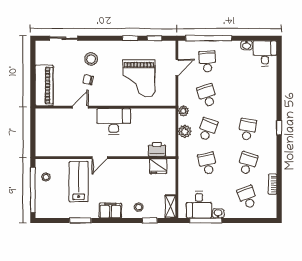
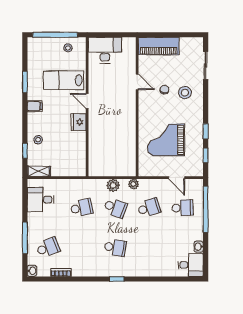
desk: (114, 121) -> (105, 50), moved, turned -90
printer: (157, 149) -> (95, 158), removed
school desk: (247, 163) -> (82, 248), removed
fridge: (158, 166) -> (79, 122), moved
lab bench: (79, 182) -> (63, 80), turned 180
filing cabinet: (110, 211) -> (35, 106), width x0.50
washbasin: (218, 213) -> (32, 271), moved
window: (206, 220) -> (25, 238), moved

